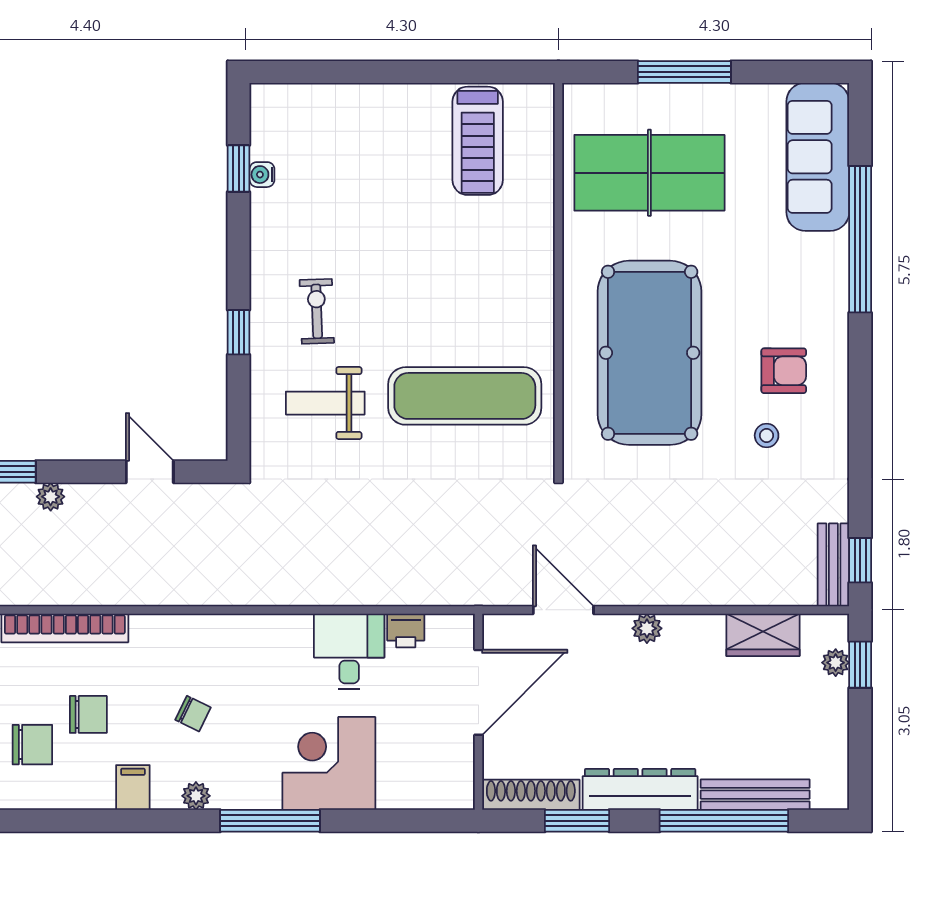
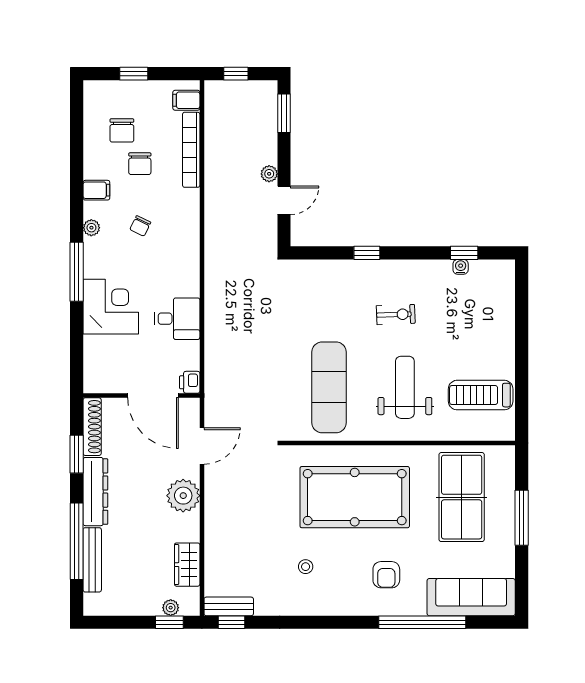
exercise bike: (317, 311) -> (396, 314), moved
armchair: (784, 371) -> (386, 575), moved
weight bench: (325, 403) -> (405, 387), moved, width x1.36, depth x1.33
plant: (51, 497) -> (269, 174), moved
plant: (647, 628) -> (183, 496), width x1.88, depth x1.88
printer: (406, 630) -> (190, 382), moved

